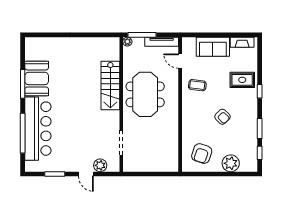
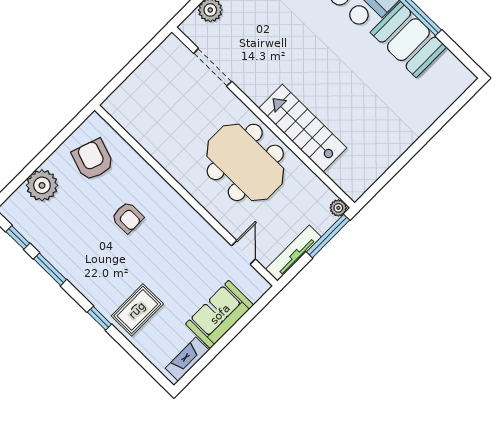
door: (180, 61) -> (244, 252), hinge flipped
coffee table: (197, 85) -> (189, 243), removed
armchair: (222, 117) -> (127, 217), moved, turned -135

